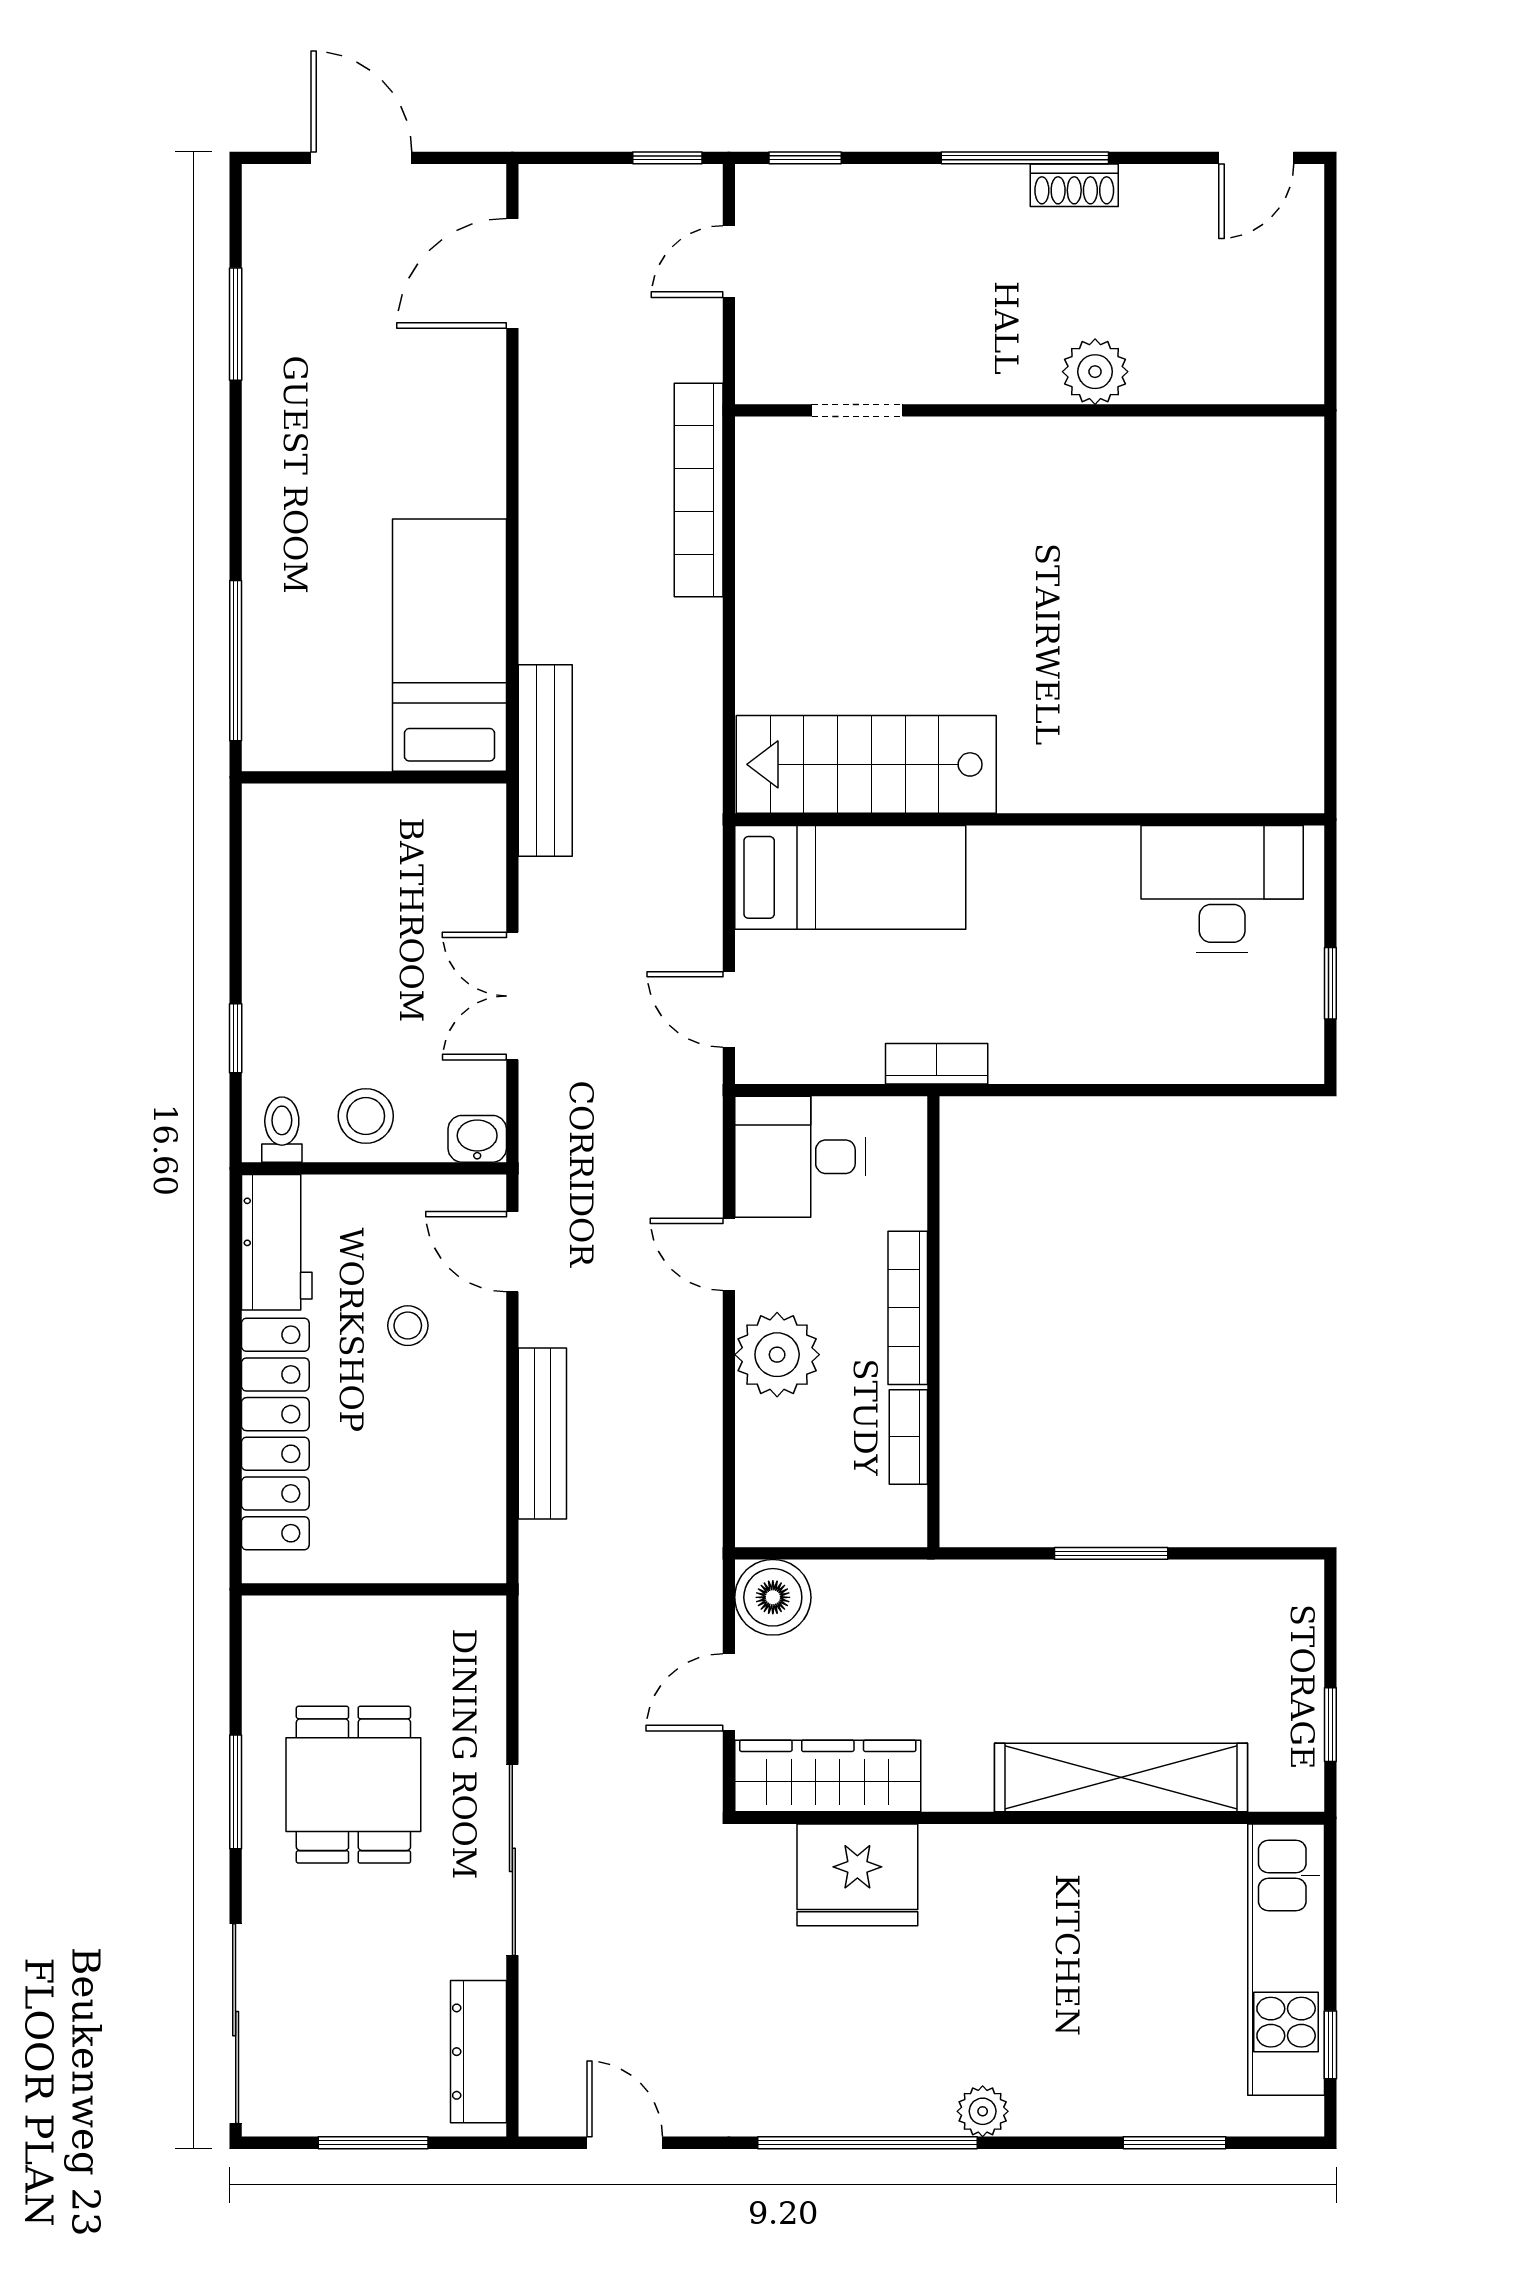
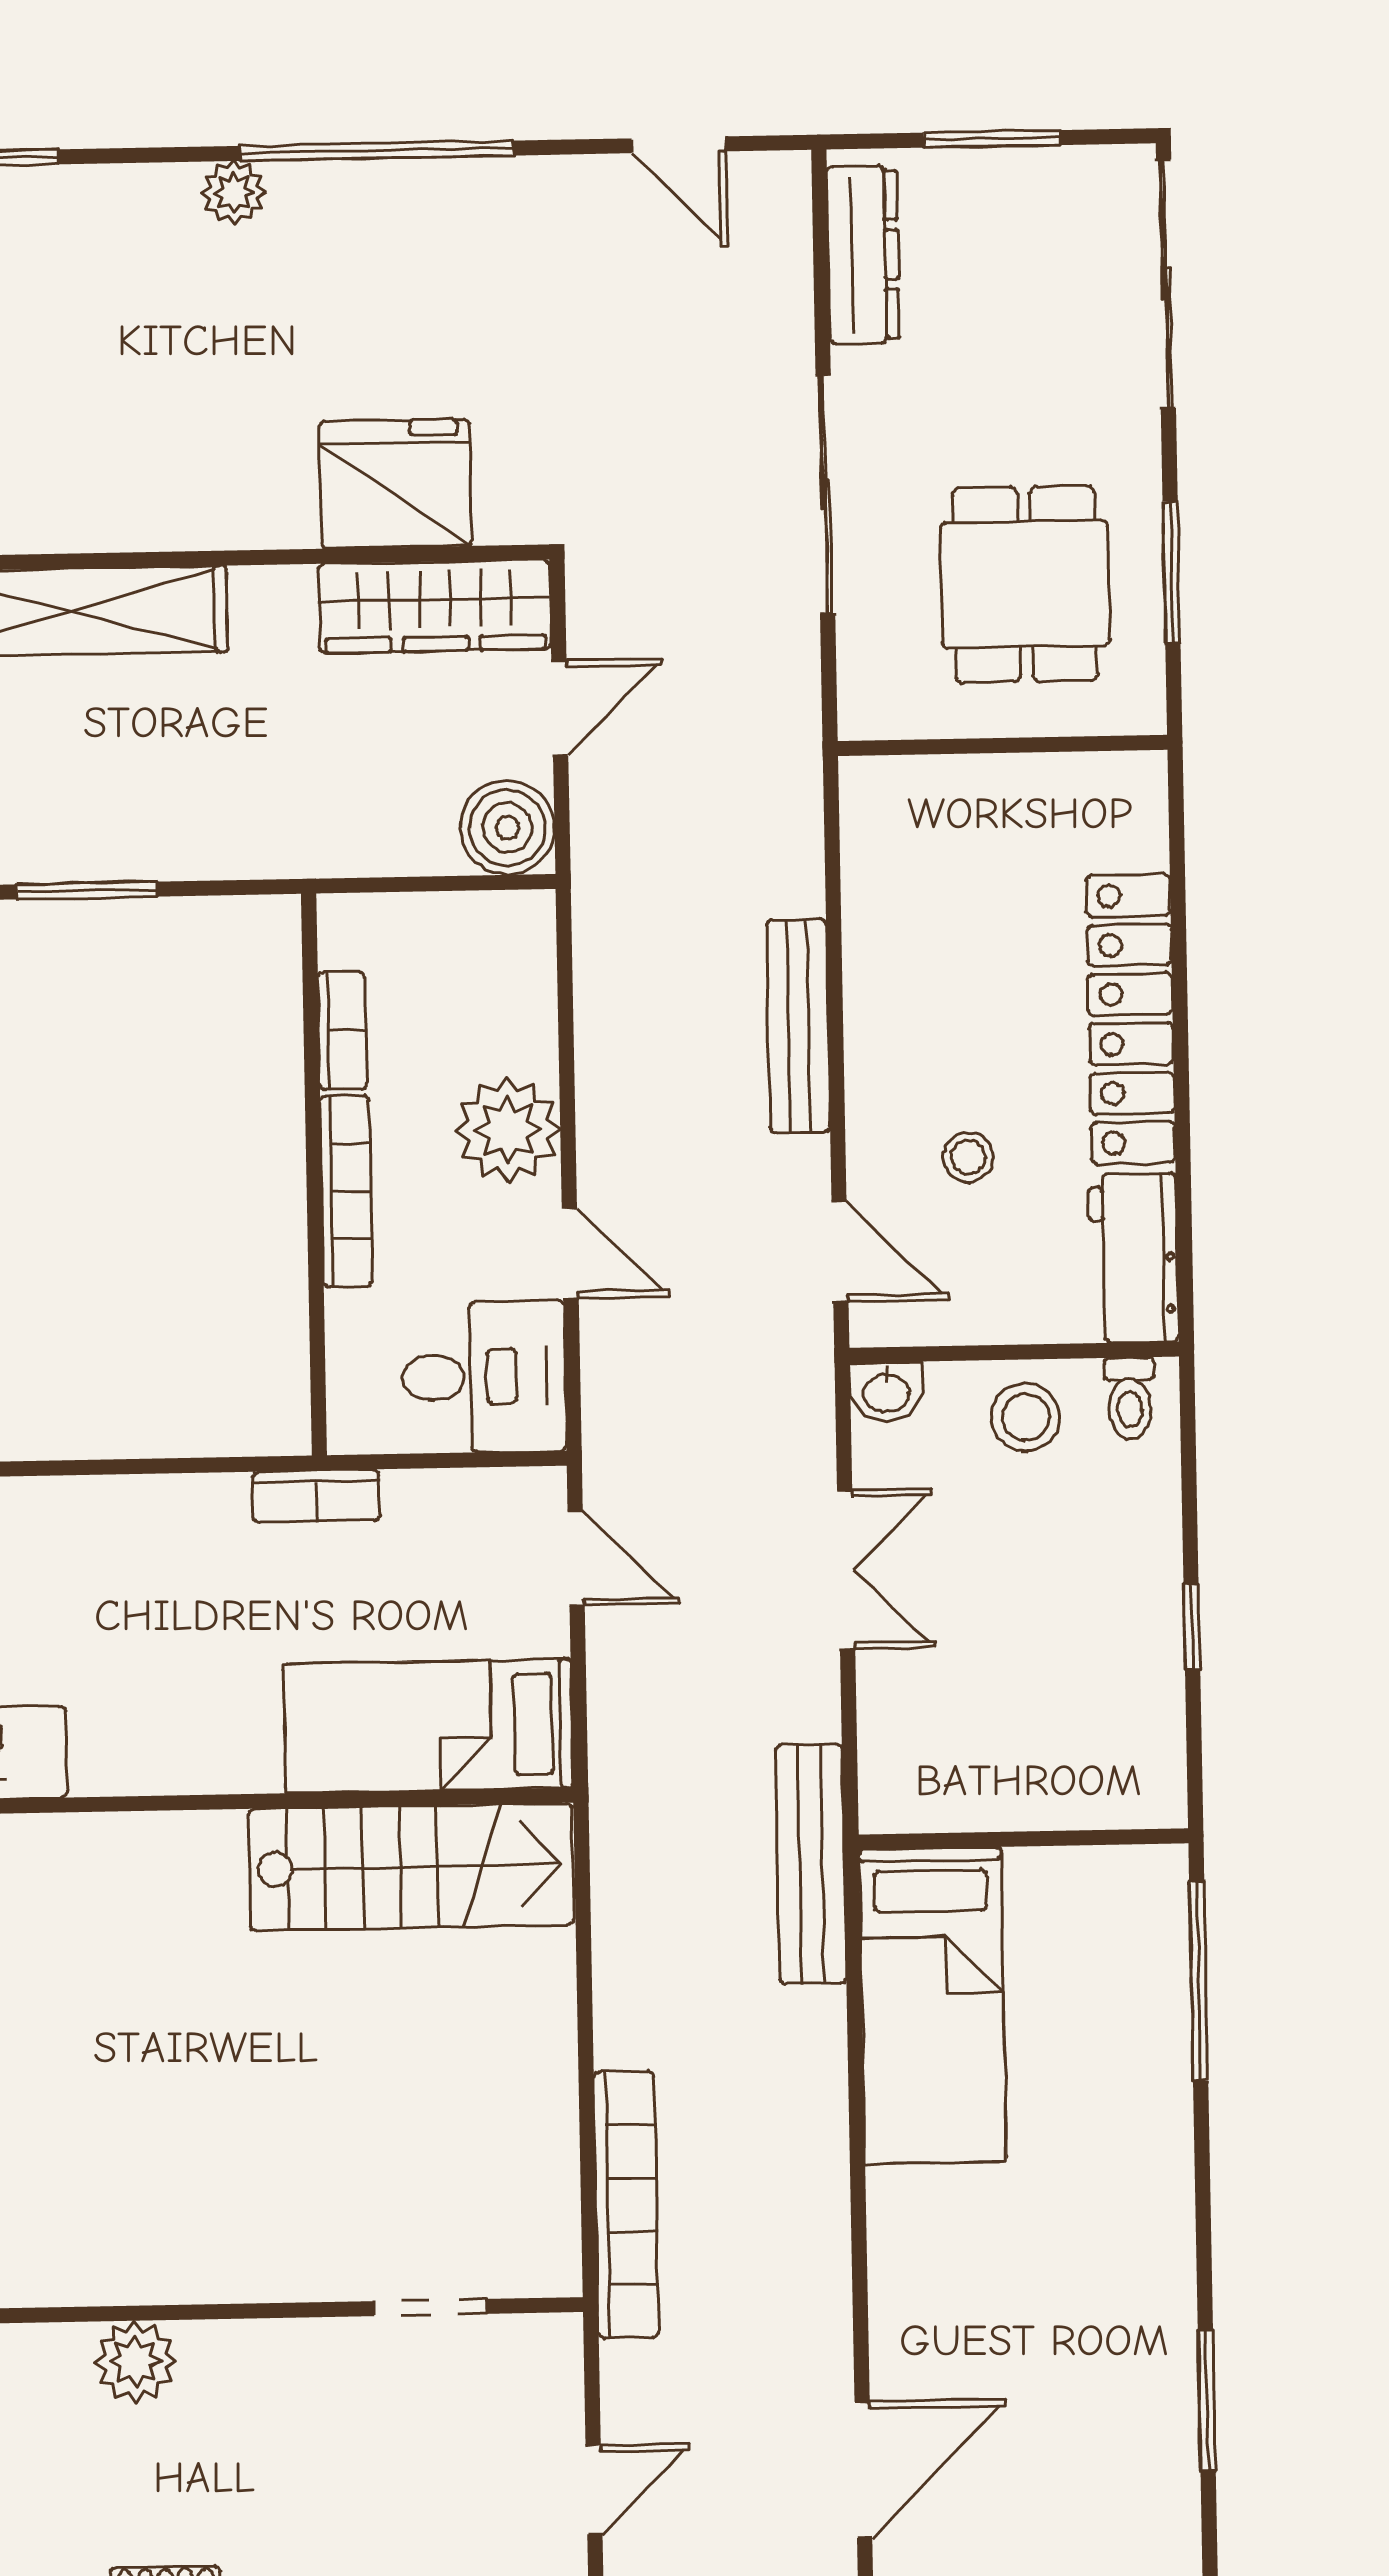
window: (236, 1038) -> (1192, 1627), moved
wall: (374, 1589) -> (1003, 746), moved

